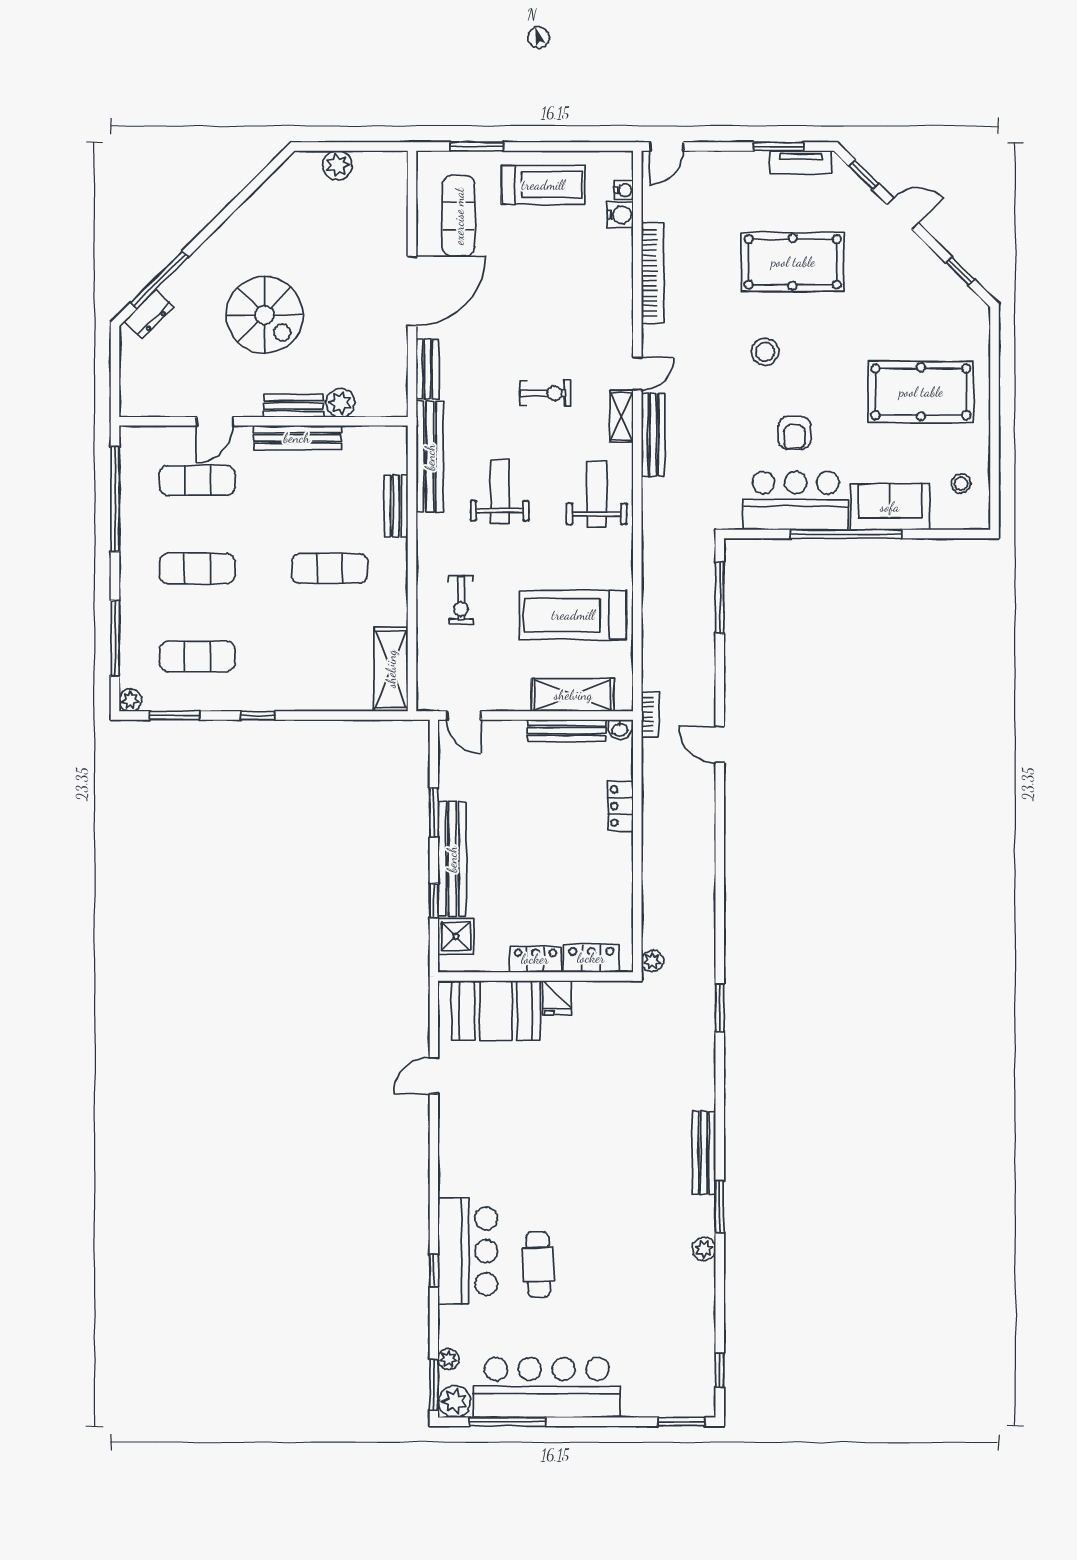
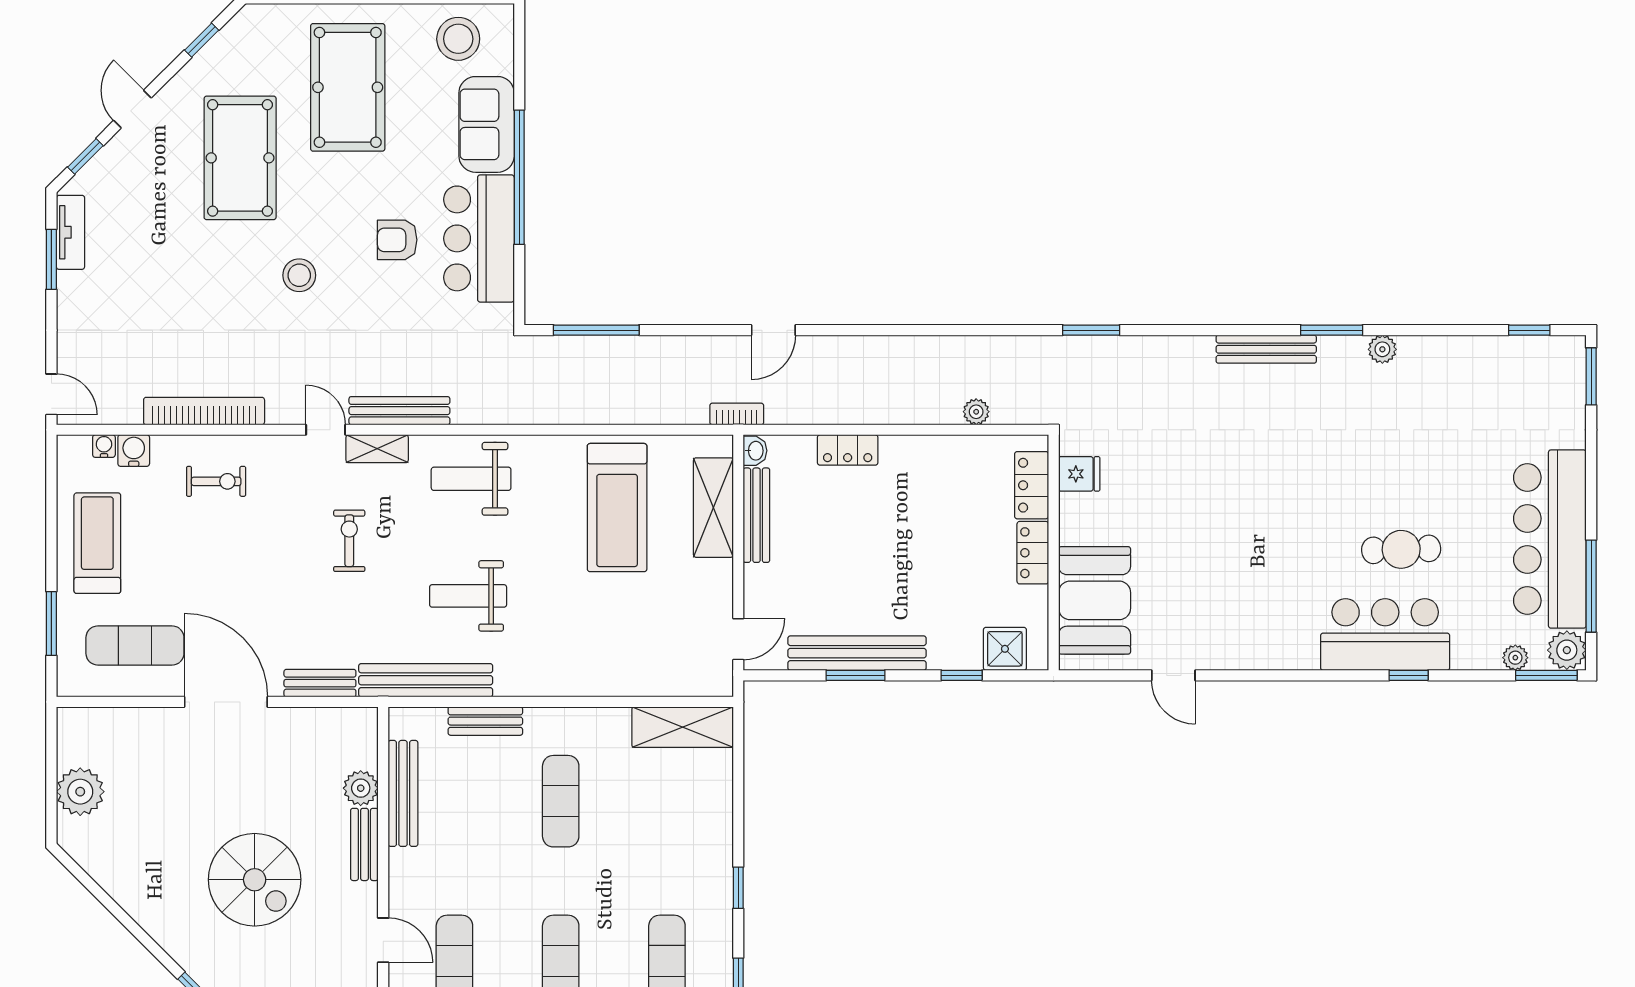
plant: (338, 165) -> (80, 792), width x1.36, depth x1.36
pool table: (793, 262) -> (240, 158), moved
spiral stairs: (265, 315) -> (255, 880), turned 90
armchair: (795, 433) -> (397, 240), turned 180
bench: (297, 438) -> (403, 793), moved
stool: (961, 484) -> (458, 39), width x1.89, depth x1.89
exercise bike: (461, 600) -> (216, 481), moved
bench: (452, 859) -> (857, 653), moved
plant: (652, 961) -> (976, 412), moved
fridge: (557, 998) -> (1079, 474), moved

